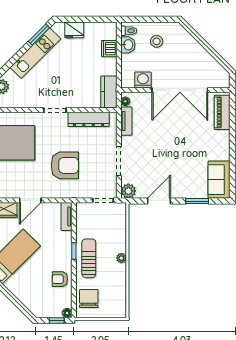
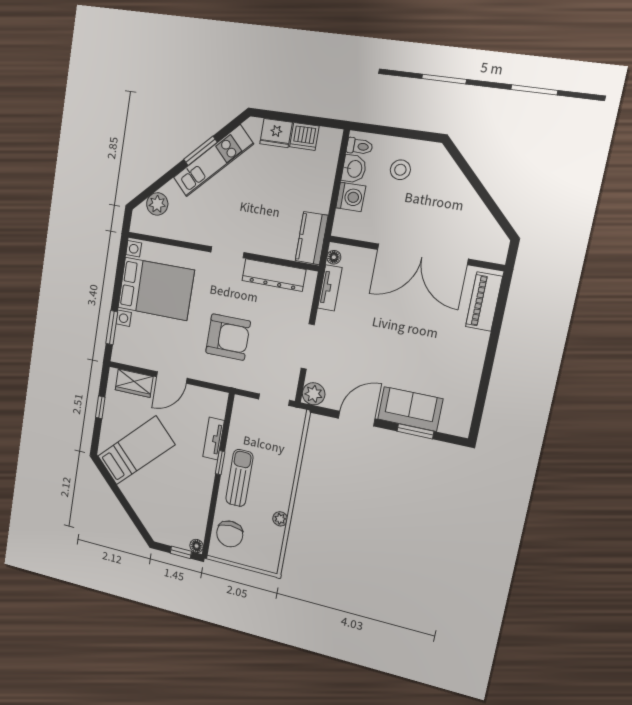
window: (39, 34) -> (200, 151), moved
dishwasher: (109, 49) -> (304, 137), moved, turned -90
washing machine: (143, 80) -> (351, 197), moved, turned 90
sofa: (219, 180) -> (410, 409), moved, turned 90
tv unit: (66, 216) -> (214, 439), moved
plant: (121, 258) -> (280, 519), moved
armchair: (60, 279) -> (194, 497), removed
chair: (89, 299) -> (230, 534), turned 180

